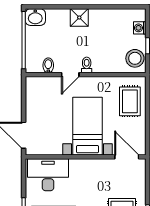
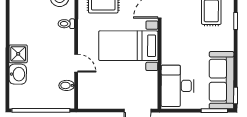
washbasin: (35, 17) -> (18, 74), moved
toilet: (87, 65) -> (66, 24), moved

